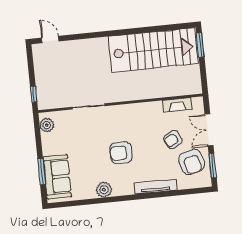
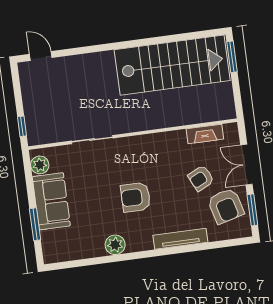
sofa: (57, 177) -> (51, 201), moved

